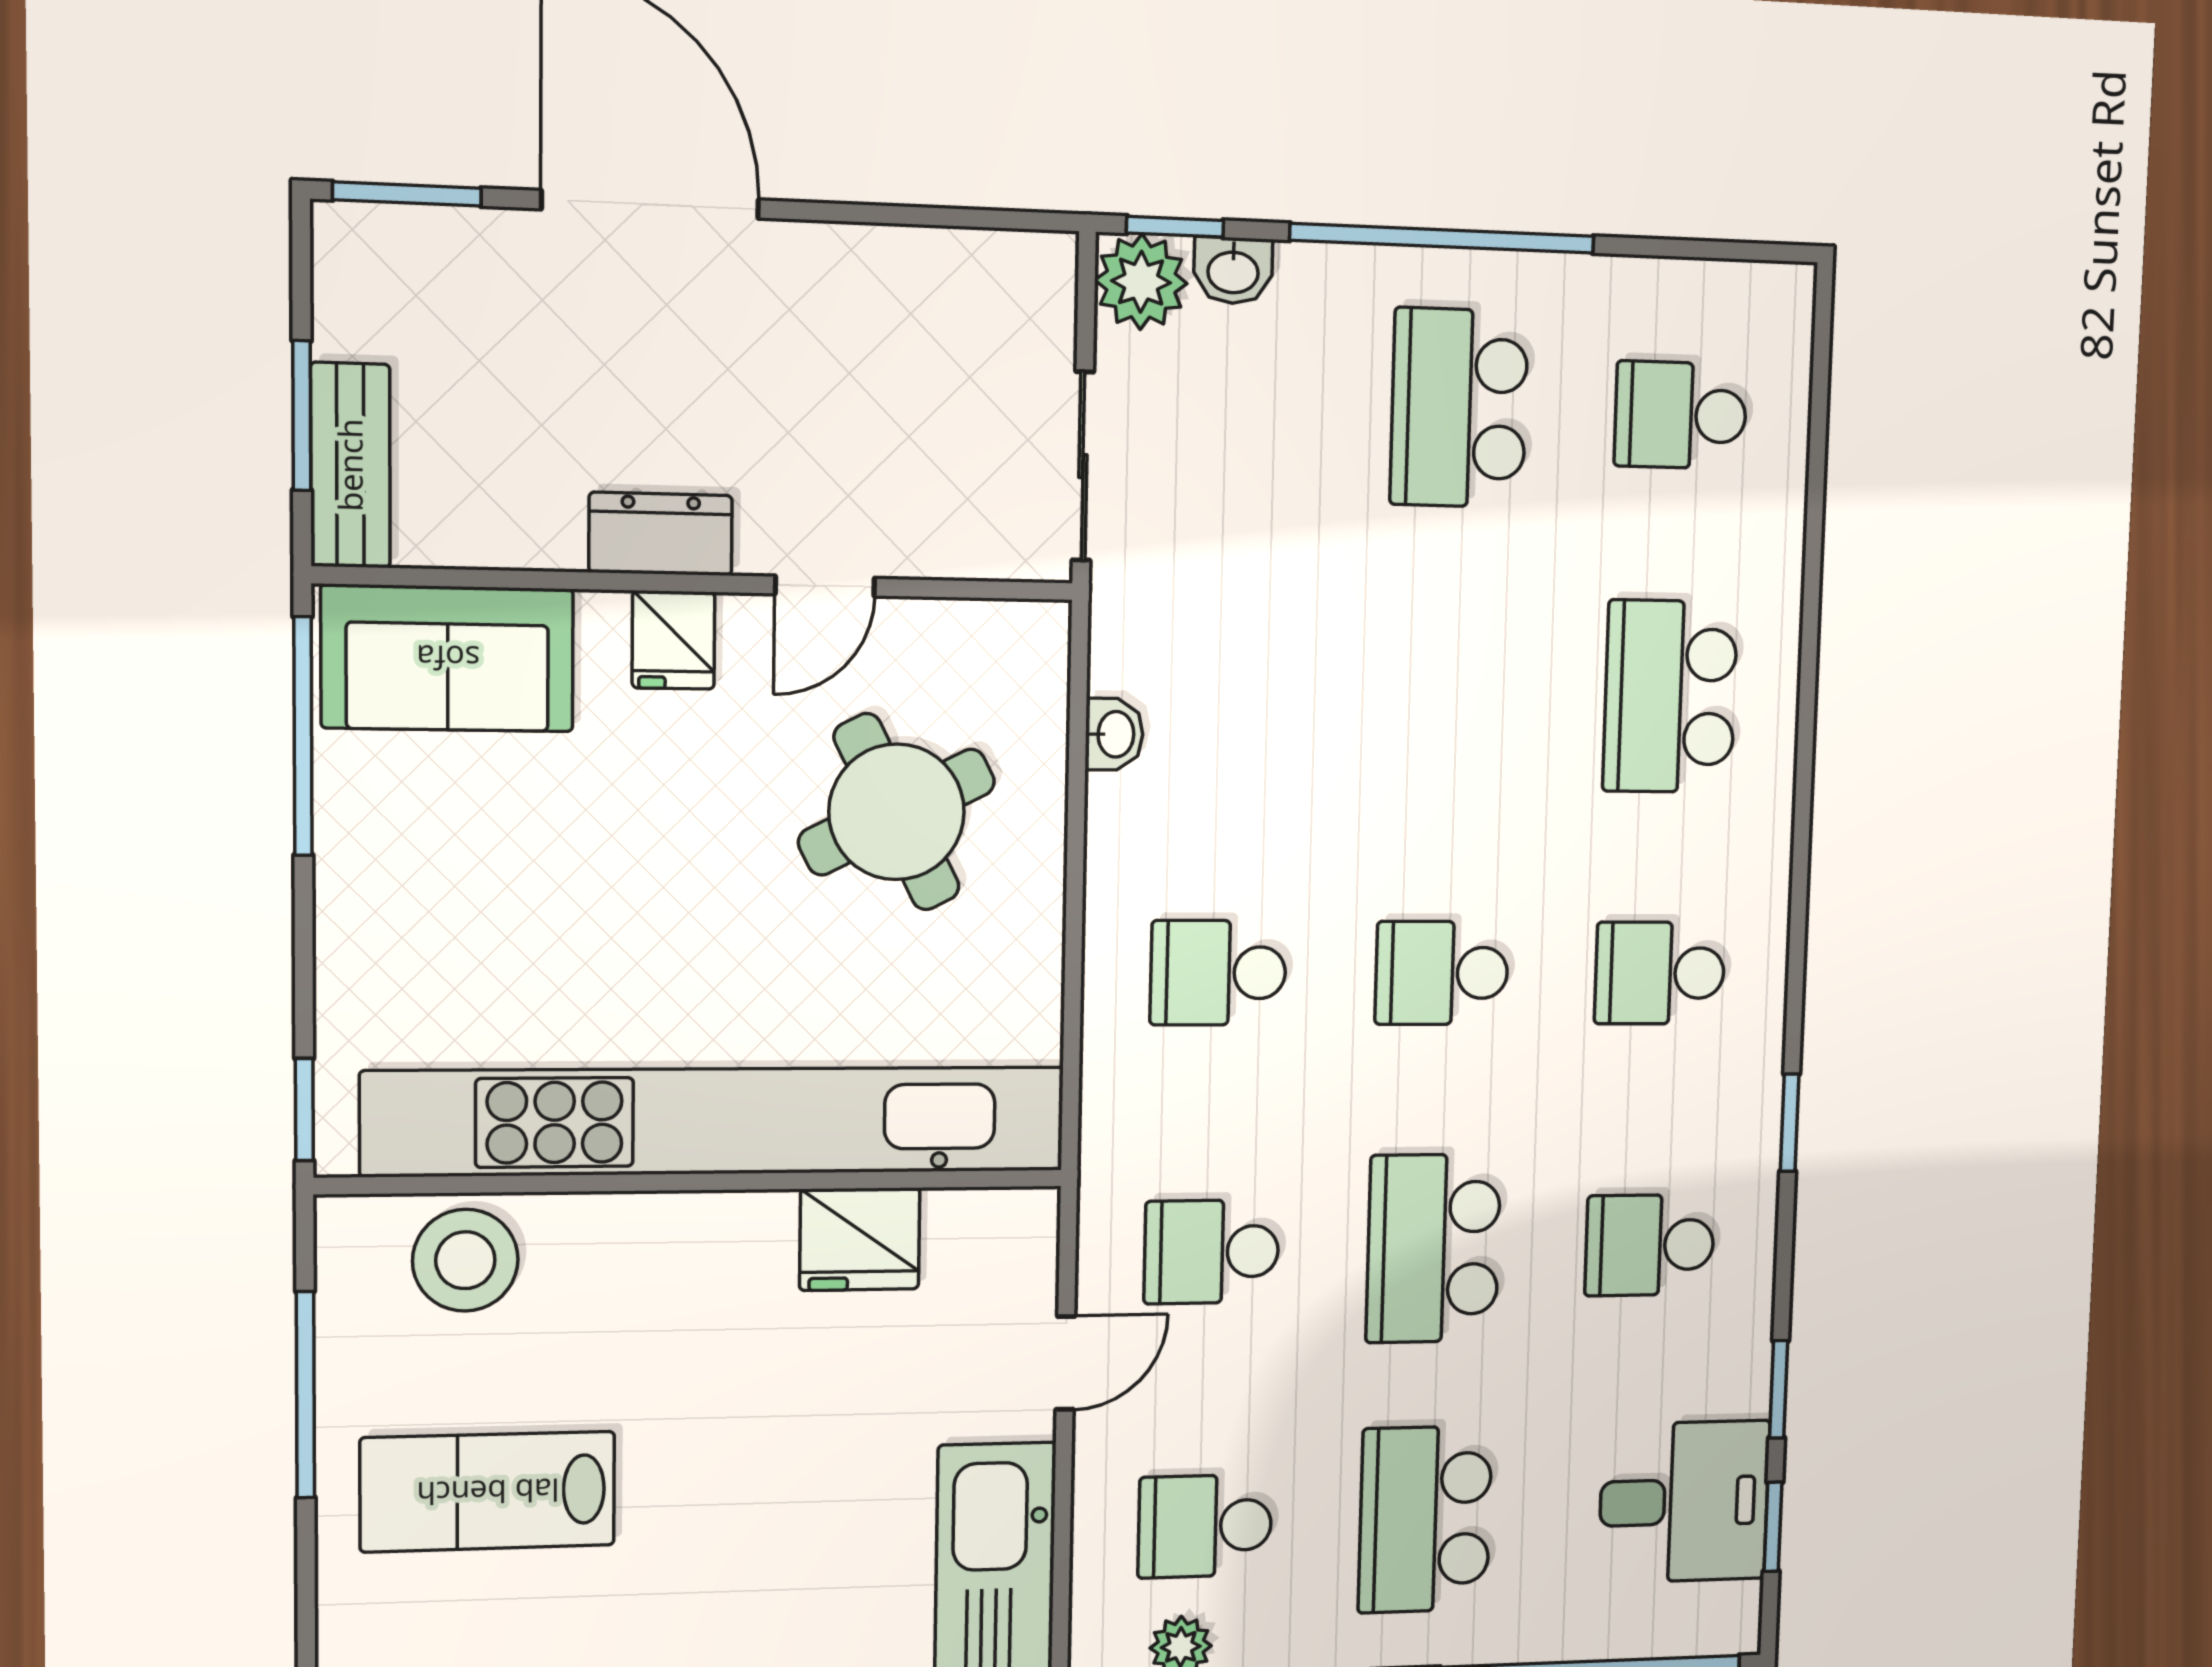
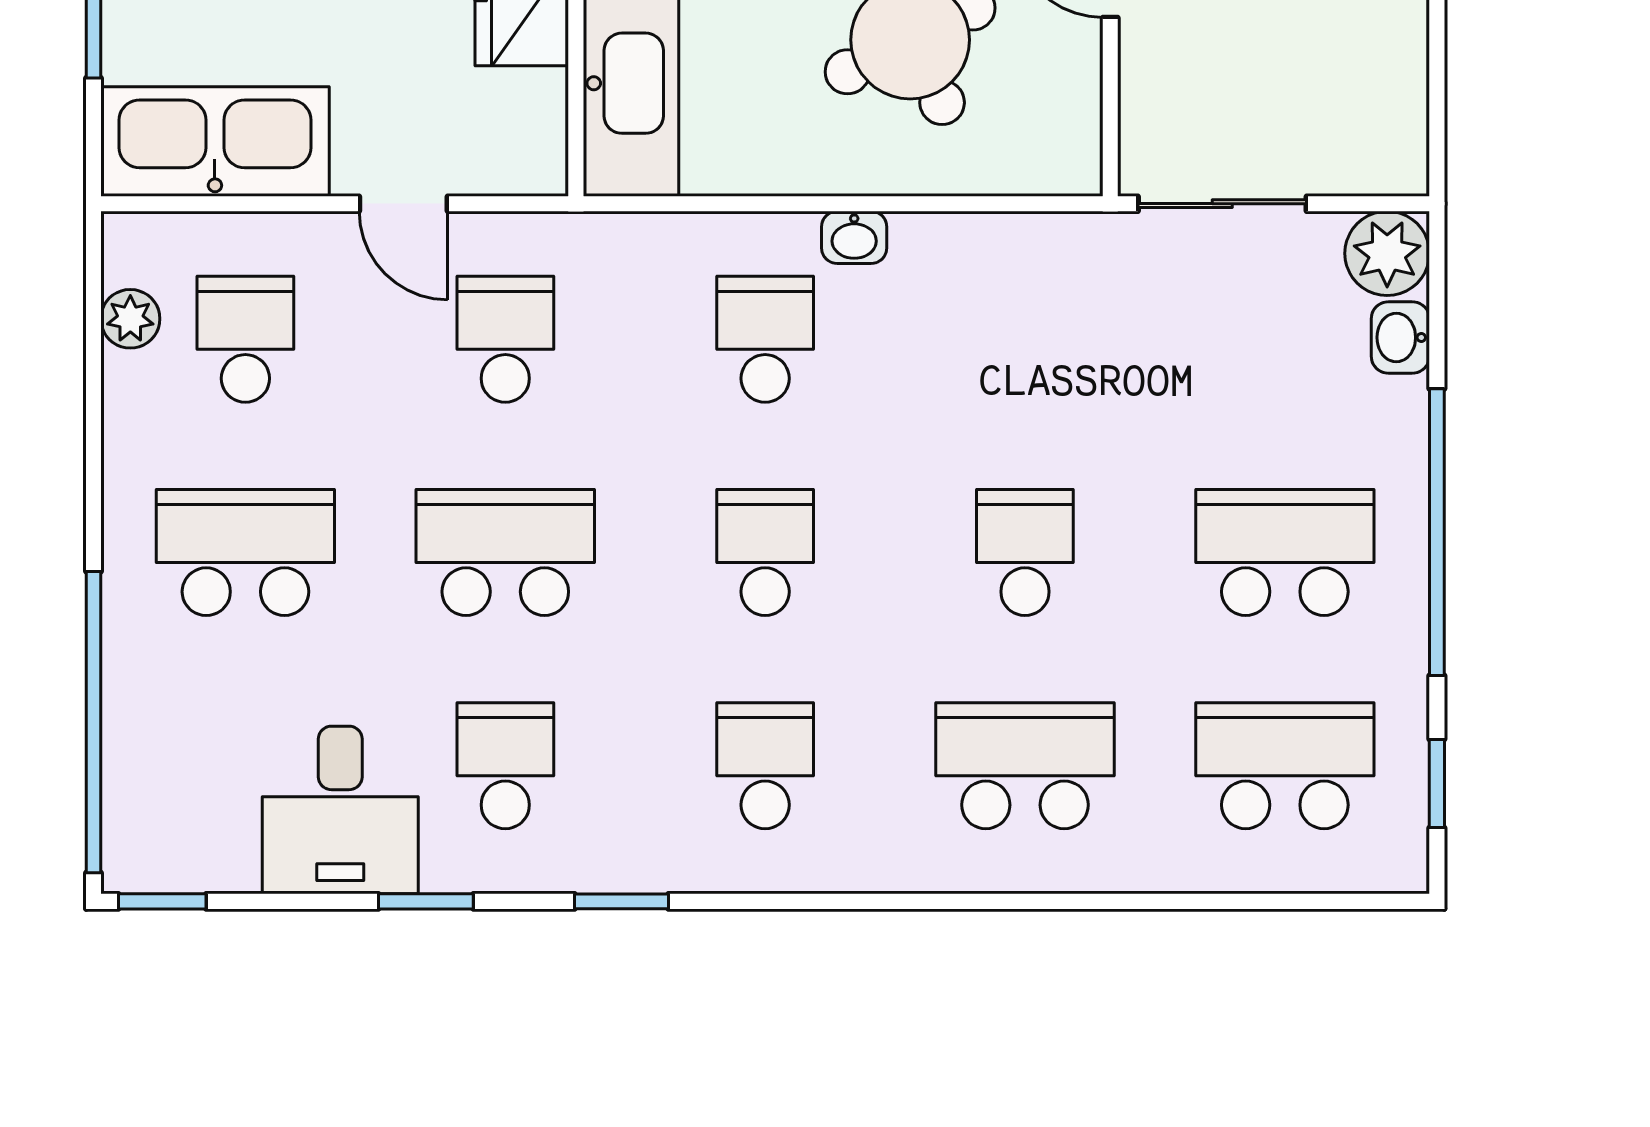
window: (1175, 227) -> (1437, 784), moved
school desk: (1681, 415) -> (1285, 766), width x1.85
school desk: (1450, 693) -> (1025, 553), added
washbasin: (1114, 734) -> (854, 237), moved
window: (1779, 1389) -> (426, 901), moved
desk: (1684, 1502) -> (340, 810), moved
window: (1773, 1527) -> (162, 901), moved

